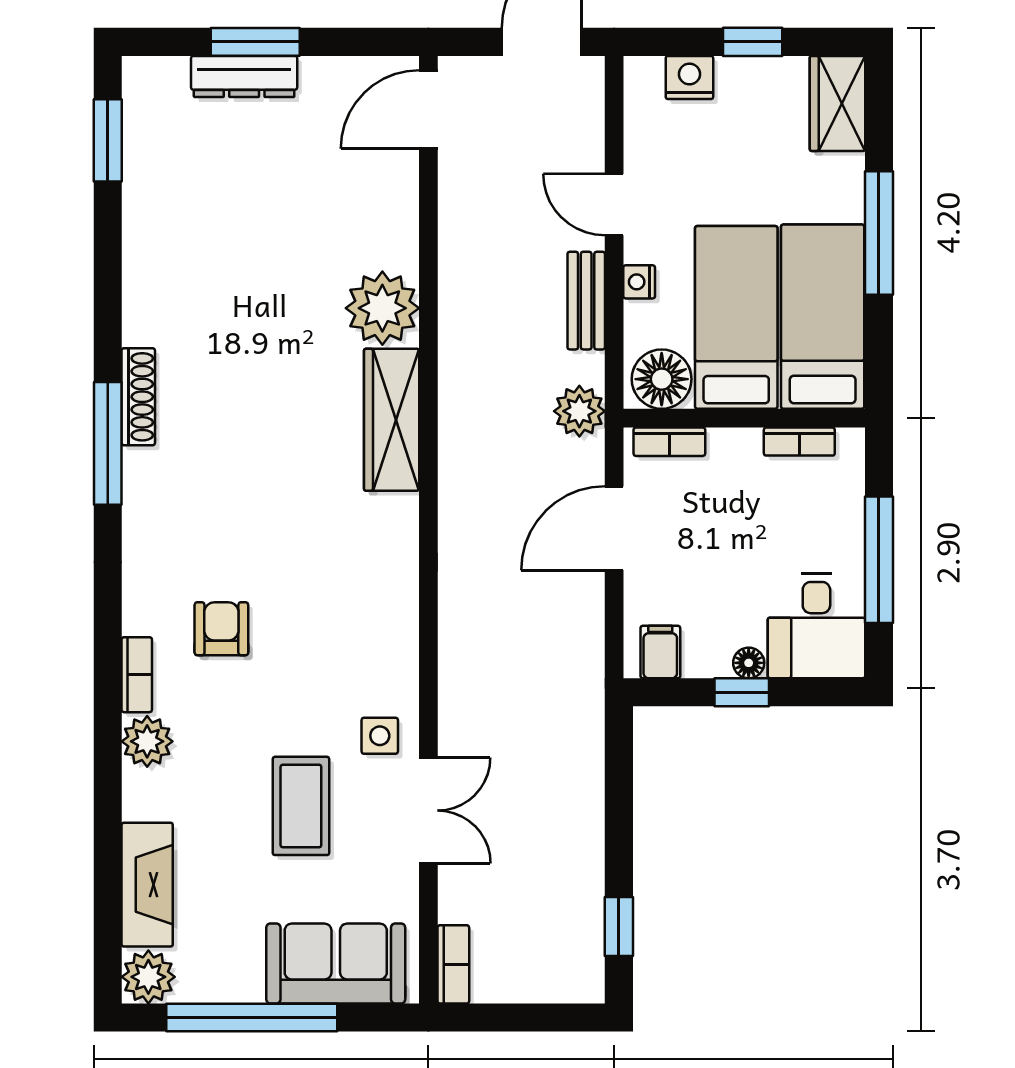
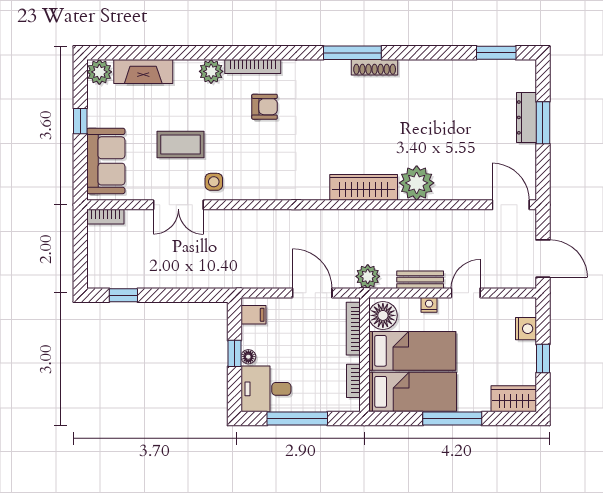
bookcase: (669, 442) -> (353, 329), width x1.56
bookcase: (137, 675) -> (253, 67), width x1.56
window: (252, 1017) -> (80, 121), width x0.32

